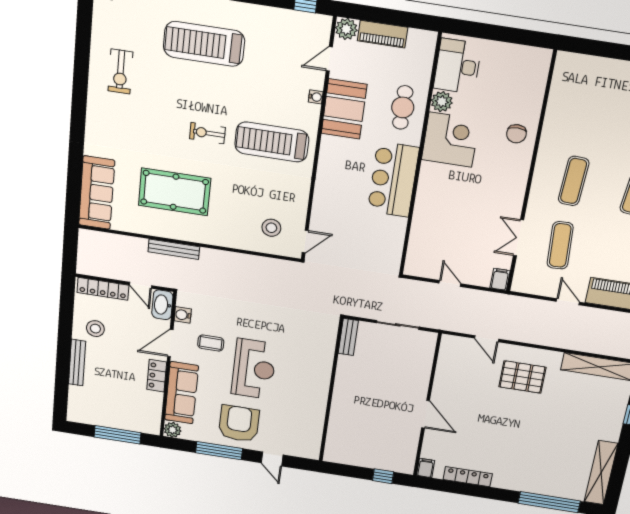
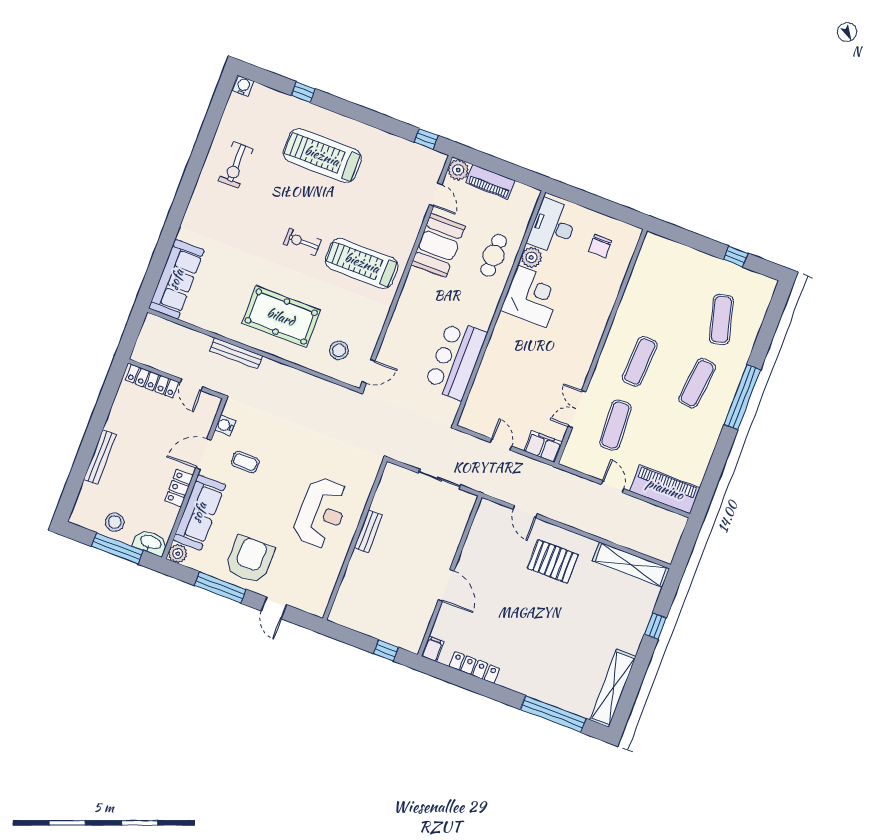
door: (329, 59) -> (436, 195), swing flipped
water cooler: (316, 97) -> (414, 228), removed
chair: (516, 134) -> (600, 246), moved
bar counter: (393, 180) -> (456, 360), moved
pool table: (175, 192) -> (281, 317), moved
filing cabinet: (500, 279) -> (543, 447), width x2.00
washbasin: (162, 305) -> (150, 543), moved, turned 90
stool: (95, 329) -> (115, 522), moved
bench: (348, 337) -> (368, 531), moved
reception desk: (254, 369) -> (322, 513), moved

